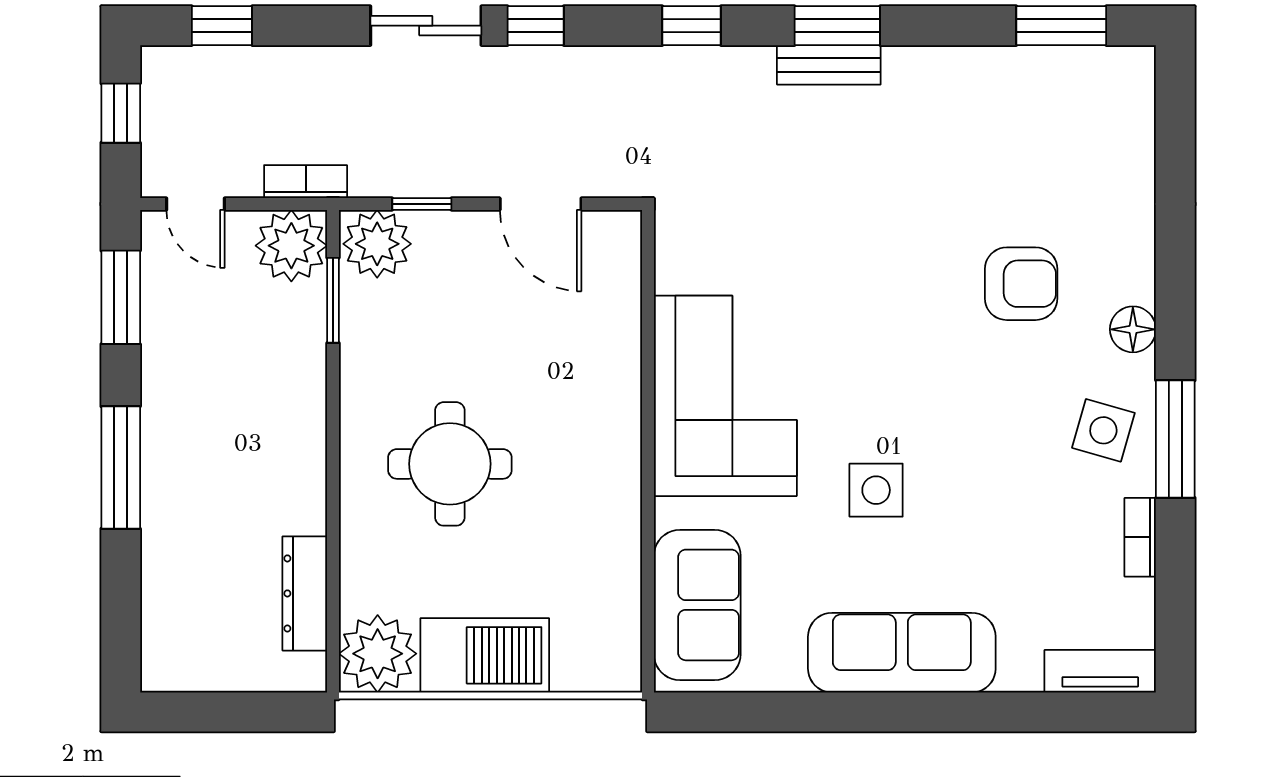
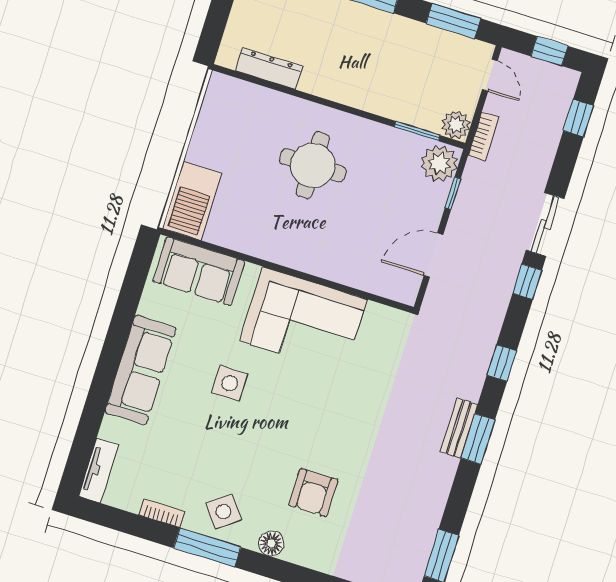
door: (195, 204) -> (490, 75), swing flipped
plant: (291, 246) -> (456, 125), width x0.73, depth x0.73
side table: (1103, 430) -> (223, 512), turned 37
plant: (378, 654) -> (226, 97), removed
barbecue: (485, 655) -> (192, 201), moved

